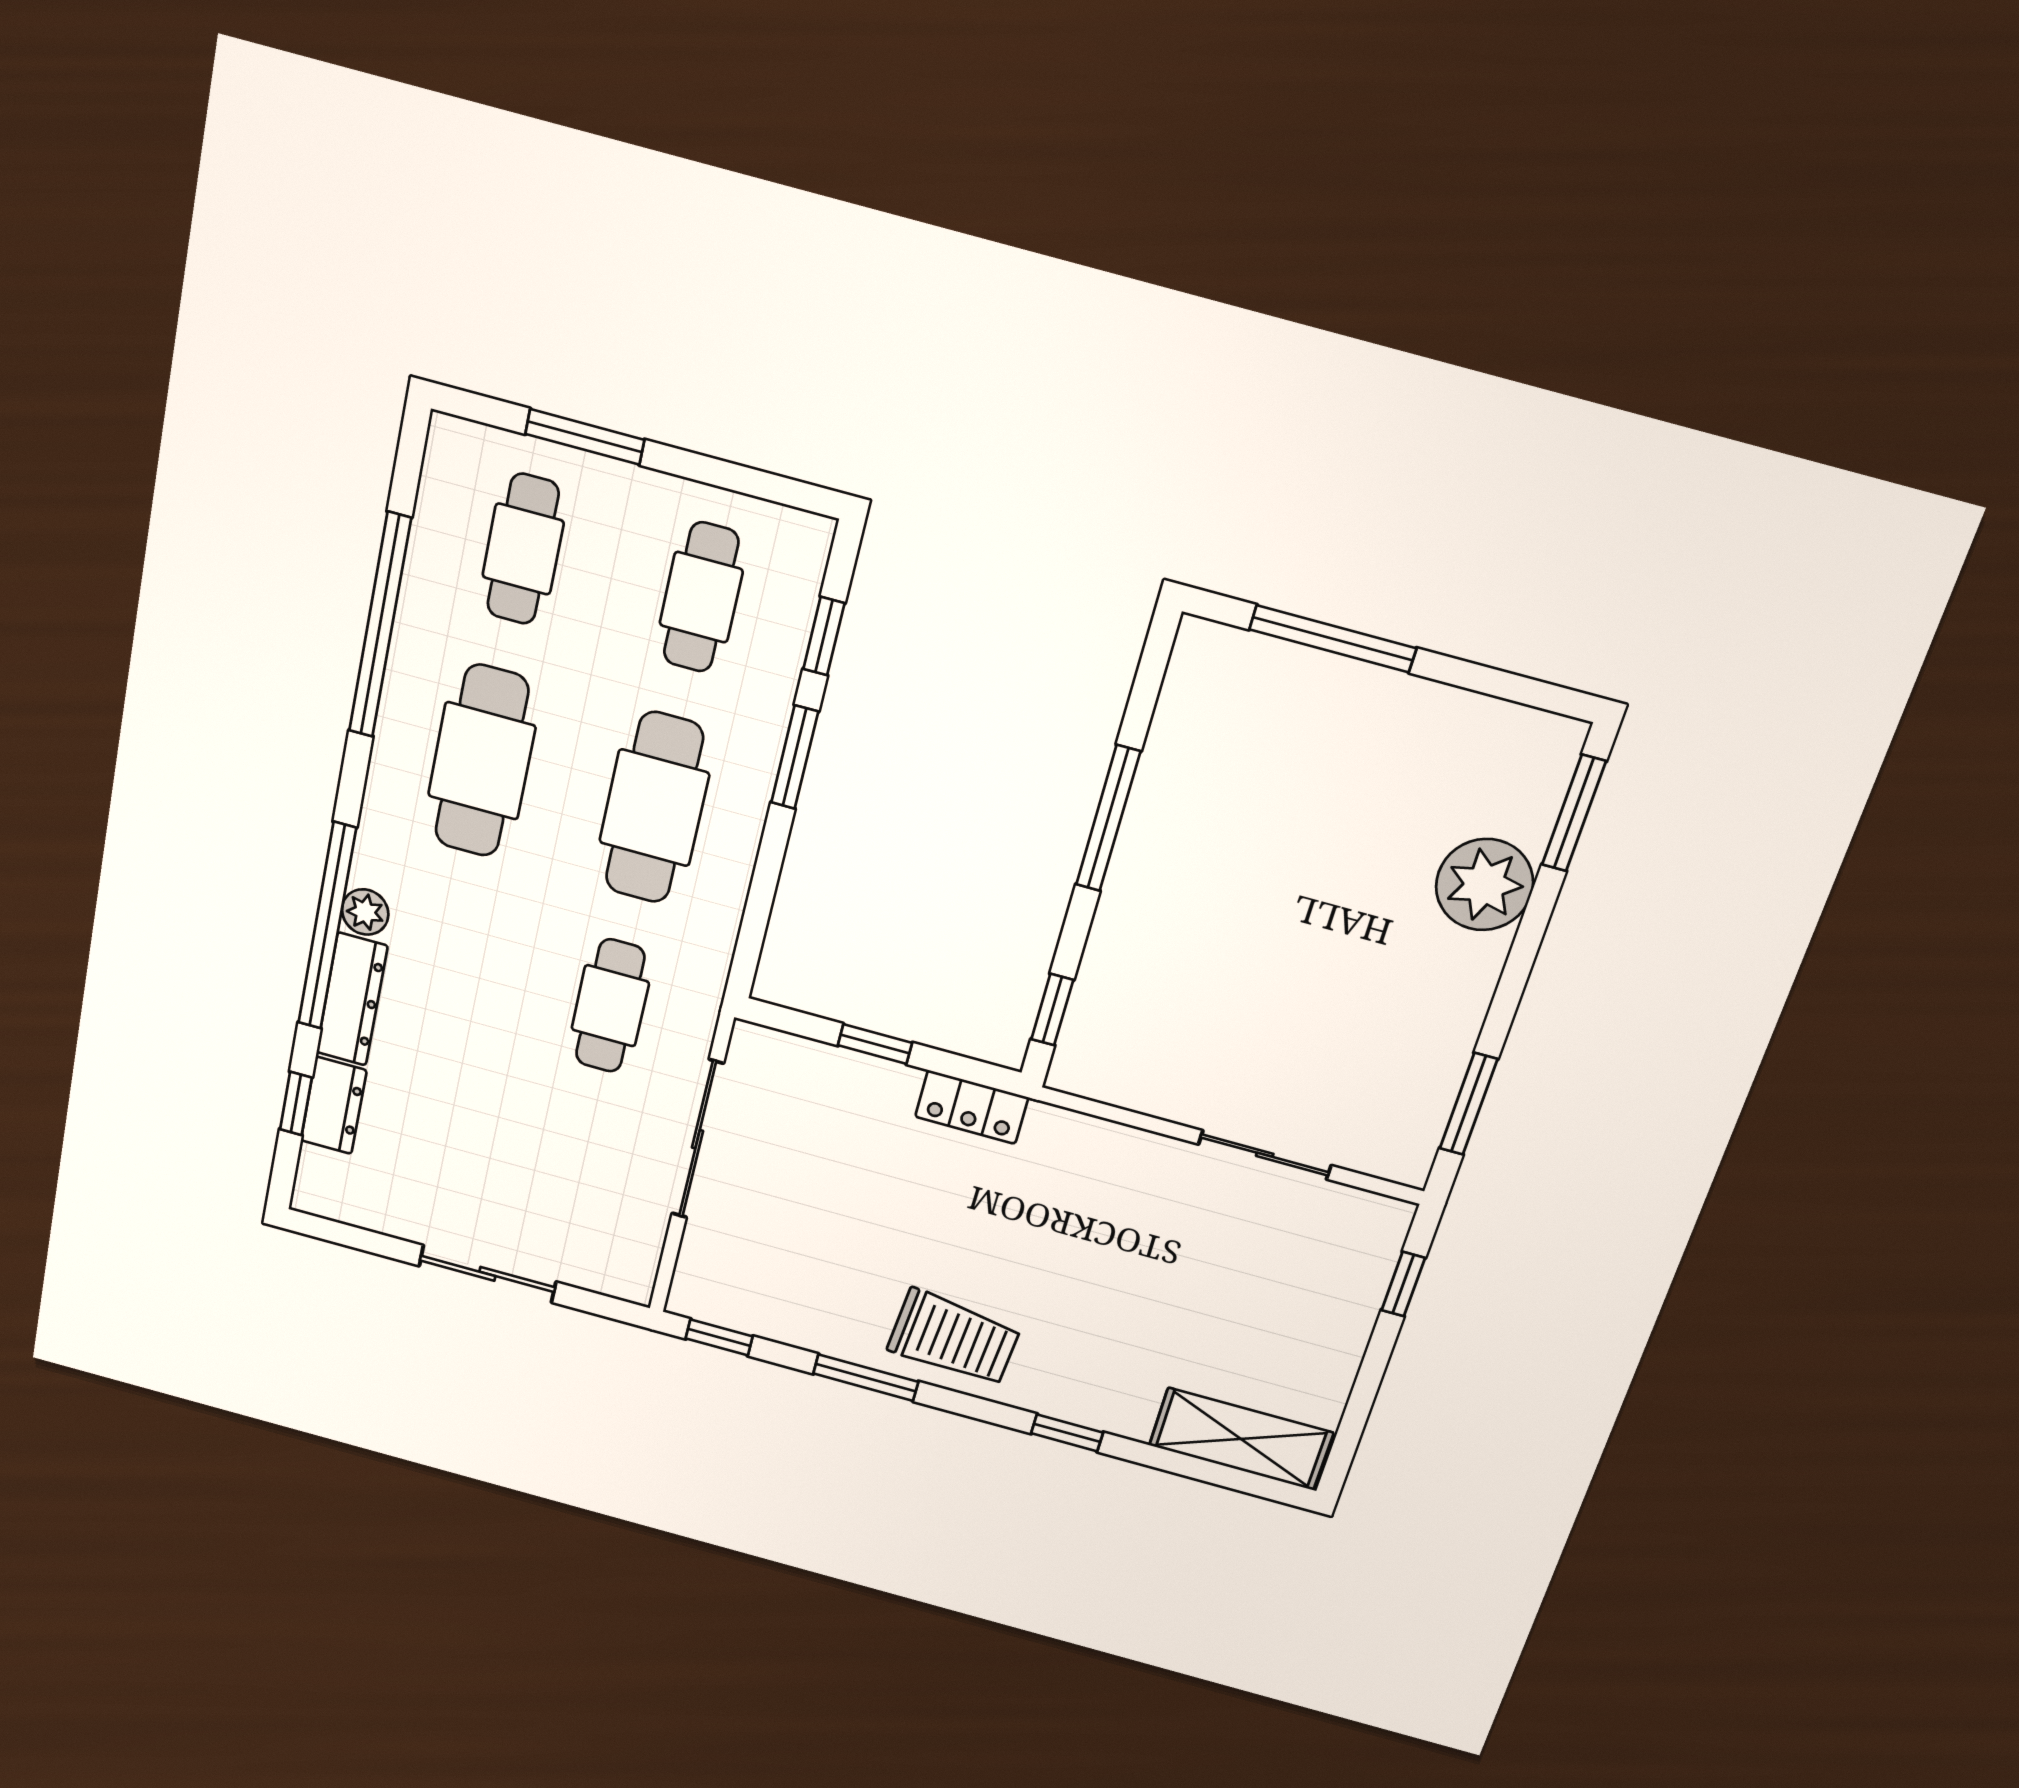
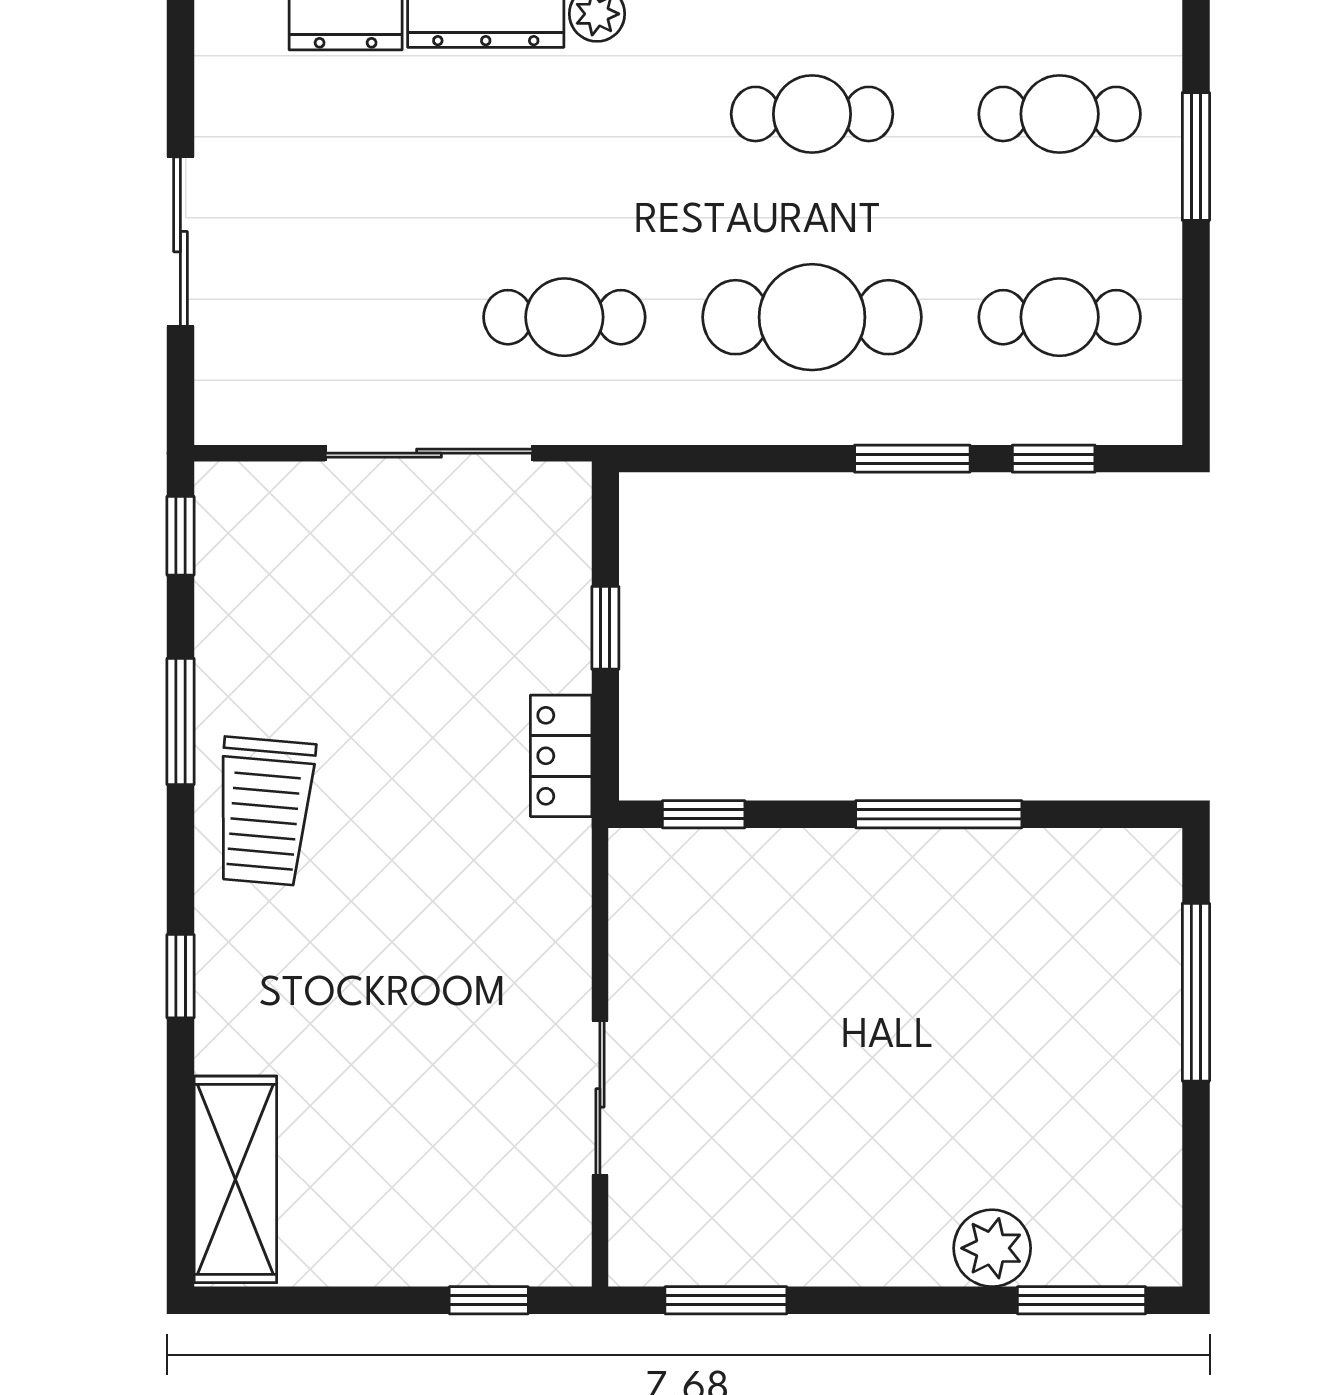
cafe table: (482, 761) -> (812, 114), width x0.73, depth x0.74
plant: (1484, 885) -> (992, 1248), width x0.73, depth x0.73

